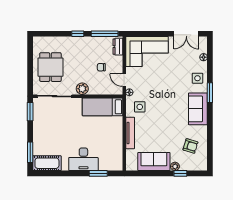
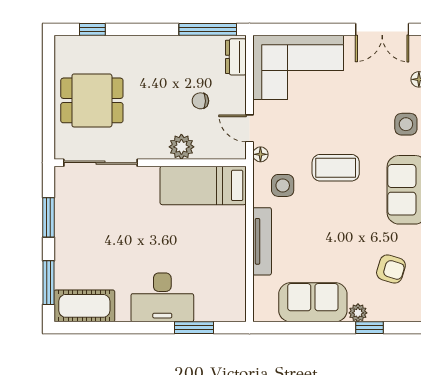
window: (78, 34) -> (92, 29), moved
dining table: (50, 67) -> (92, 100), turned 90
plant: (82, 89) -> (181, 147), moved
coffee table: (165, 99) -> (336, 168), added
window: (30, 112) -> (48, 217), moved

